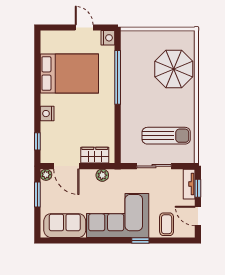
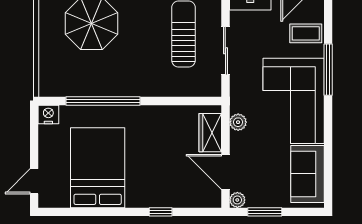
door: (84, 28) -> (34, 181), moved
nightstand: (47, 114) -> (153, 198), removed
window: (37, 141) -> (161, 212), moved
door: (66, 166) -> (225, 172), swing flipped
window: (140, 241) -> (328, 70), width x2.17

